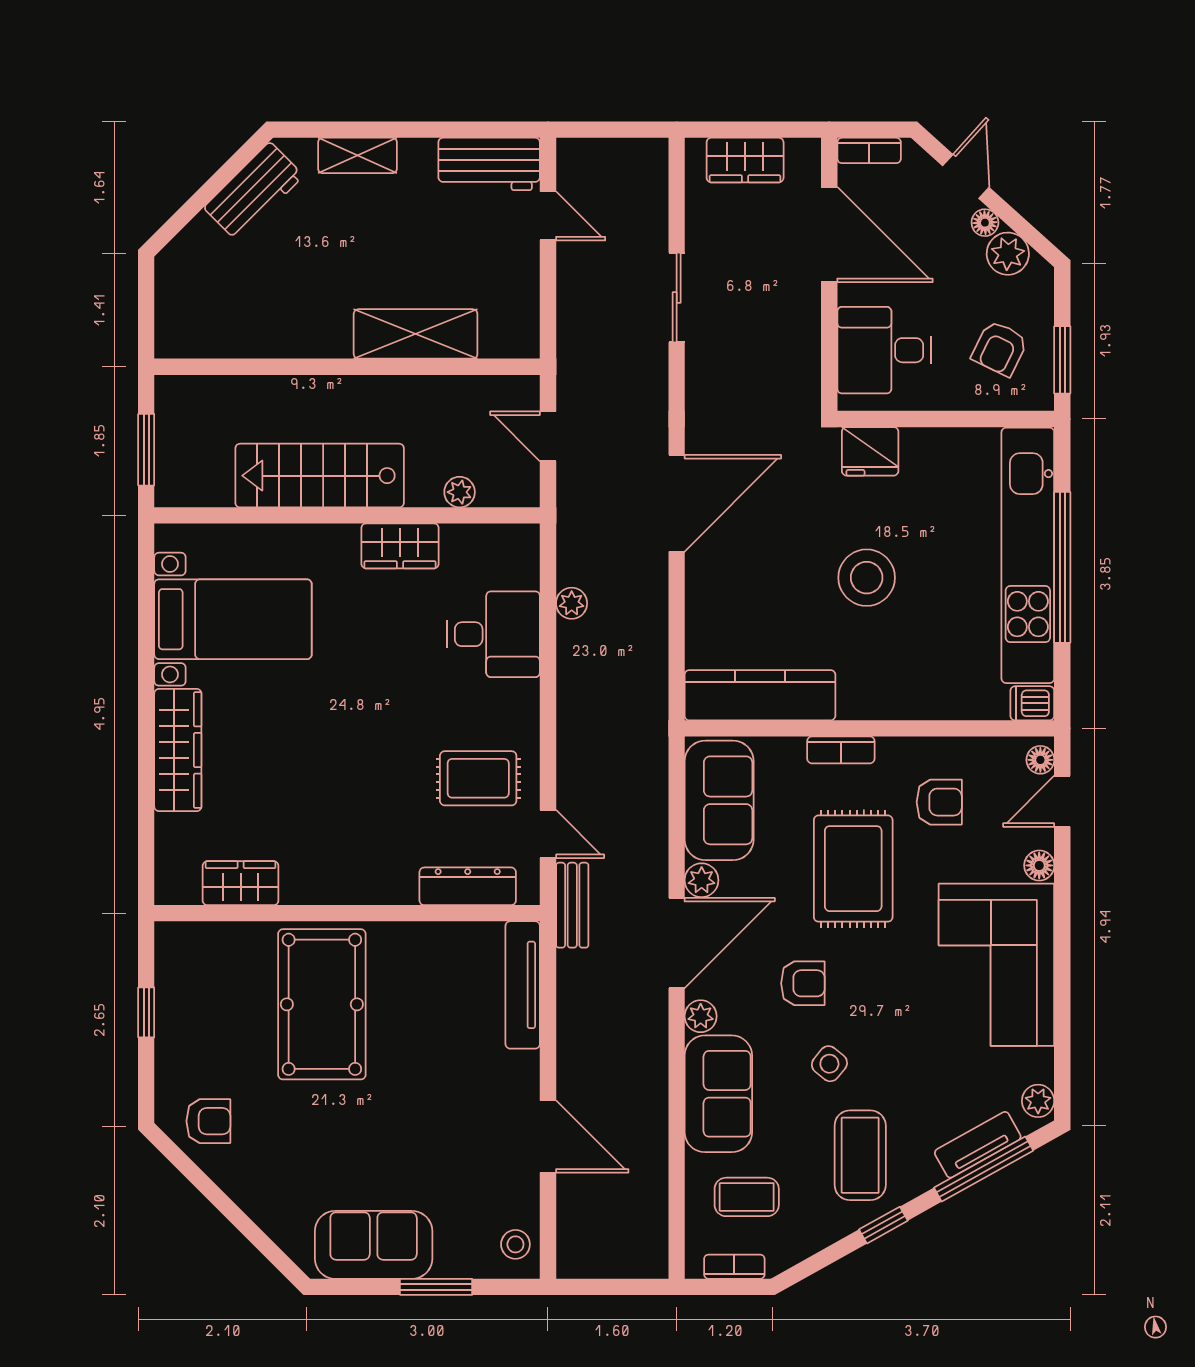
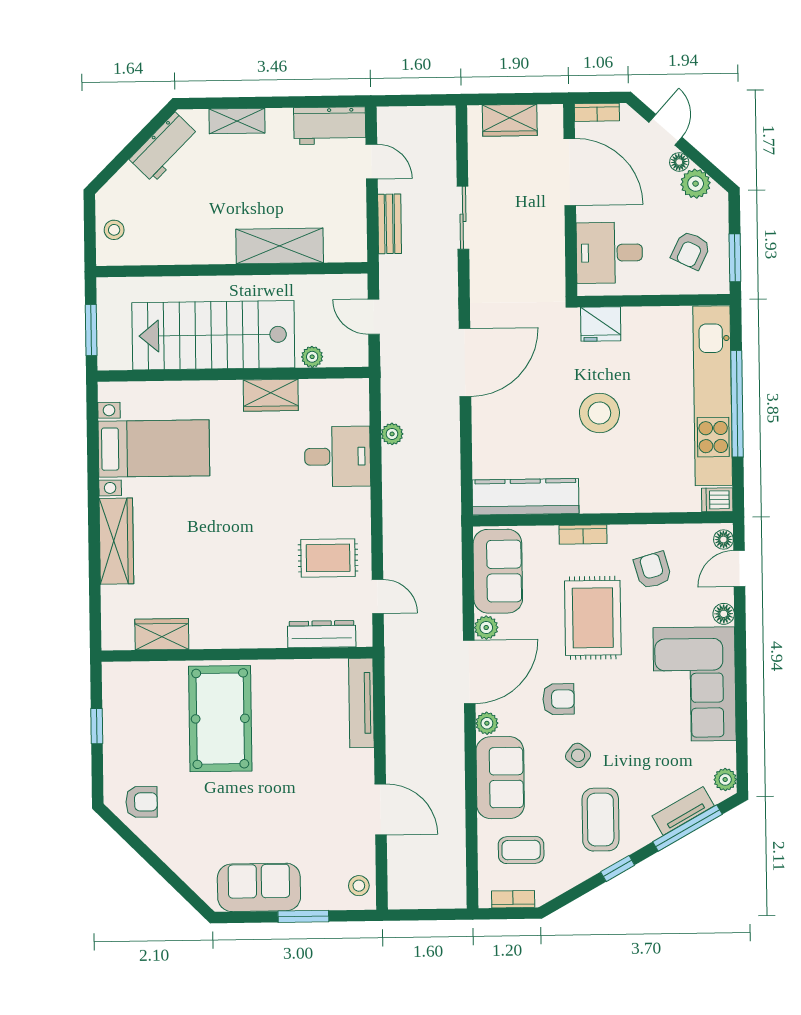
stool: (181, 308) -> (114, 230), added
stairs: (320, 476) -> (213, 335), width x1.36, depth x1.51
armchair: (939, 802) -> (653, 570), turned -106
bench: (572, 905) -> (390, 224), moved

